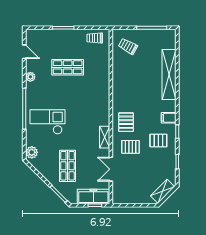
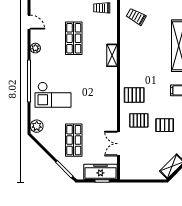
shop shelf: (68, 67) -> (74, 38), turned 90
checkout: (48, 122) -> (53, 95), turned 180
pallet: (126, 122) -> (134, 95), turned 90
shelving: (105, 137) -> (112, 55), moved
pallet: (158, 141) -> (165, 125), moved

